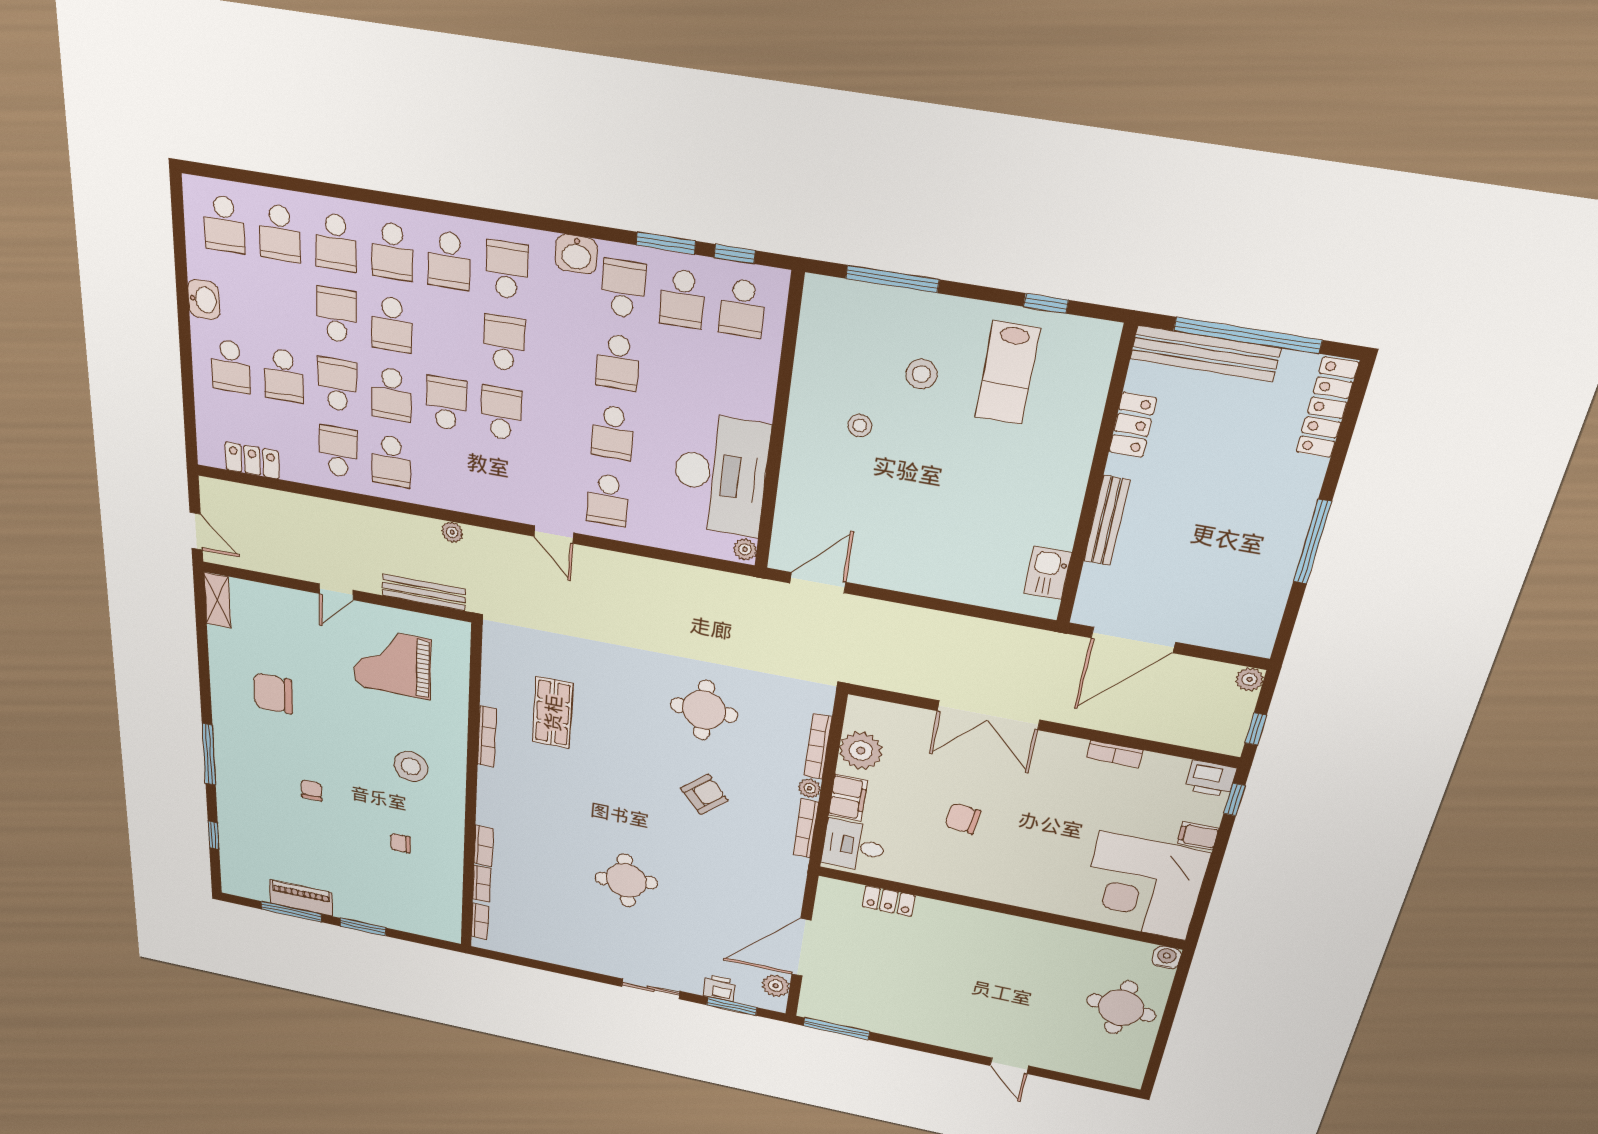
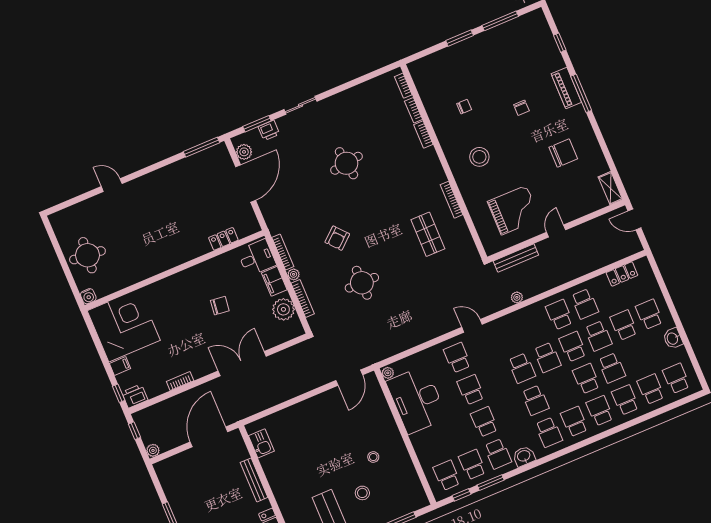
piano: (301, 898) -> (566, 88), moved, turned 90

